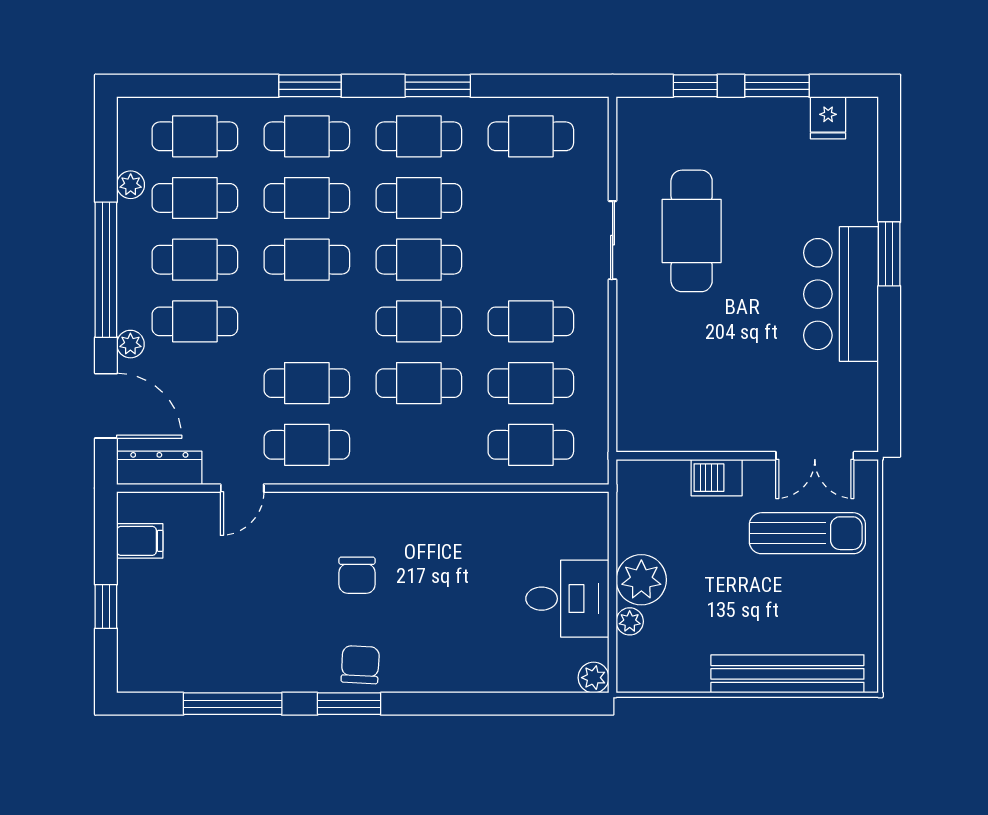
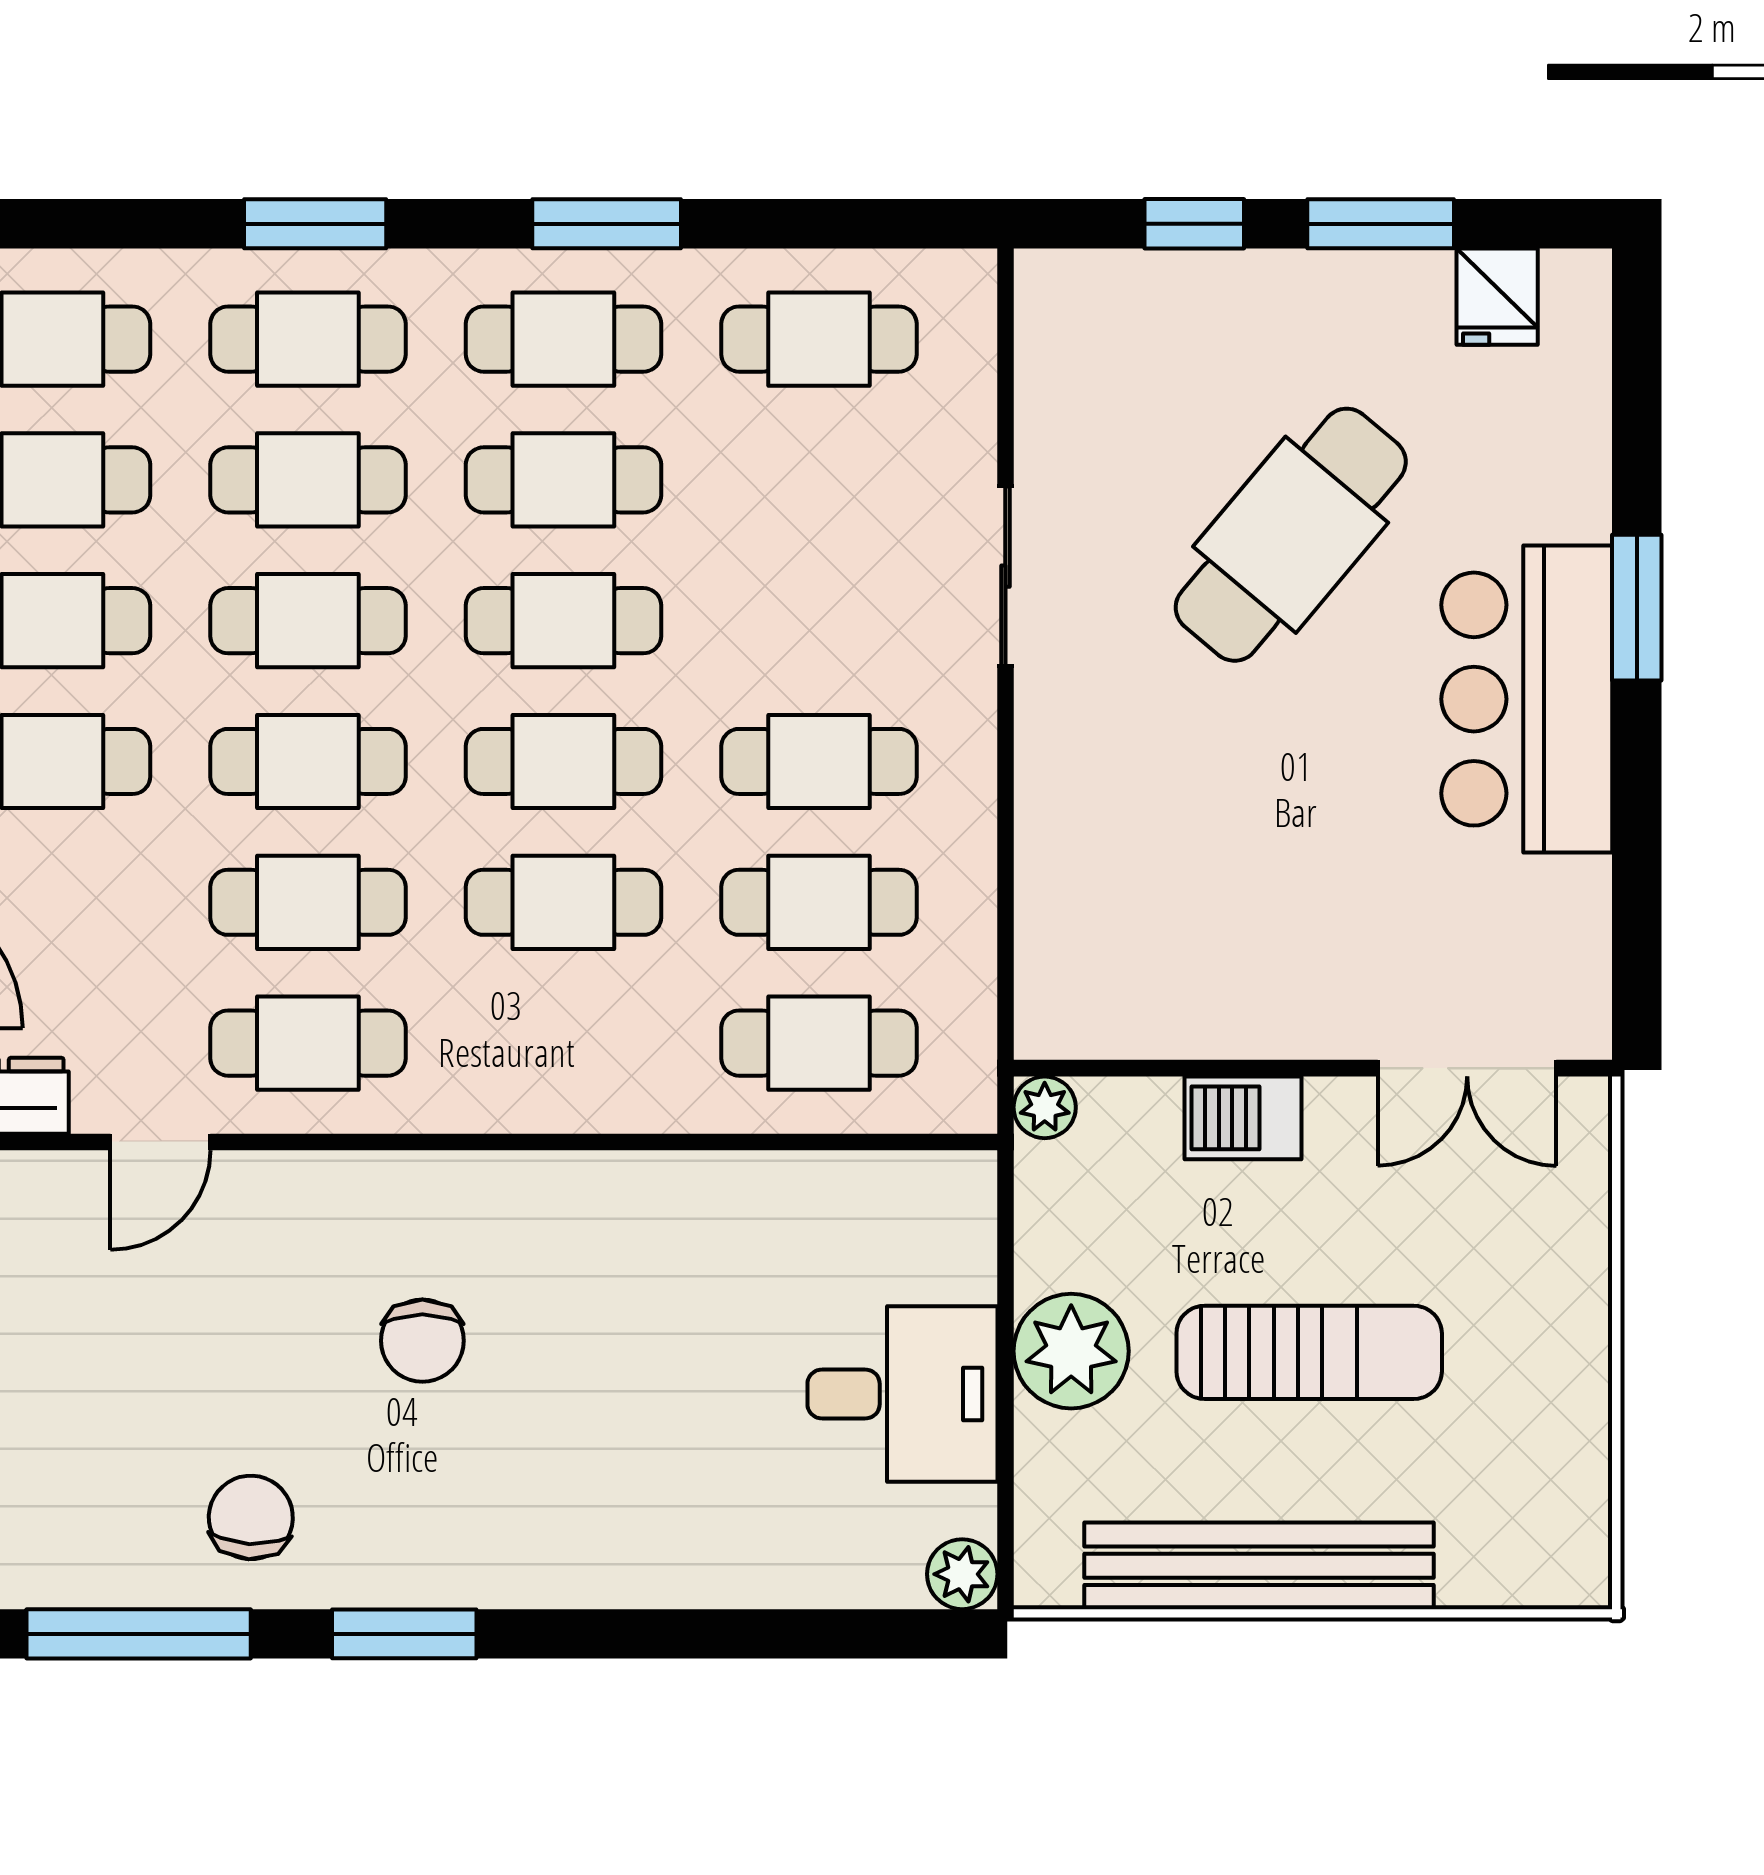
cafe table: (692, 231) -> (1291, 535), moved, turned 40
cafe table: (307, 321) -> (308, 761), added
sun lounger: (807, 533) -> (1309, 1352), moved
plant: (630, 621) -> (1045, 1107), moved
chair: (360, 665) -> (251, 1517), moved
bench: (787, 674) -> (1259, 1566), moved

